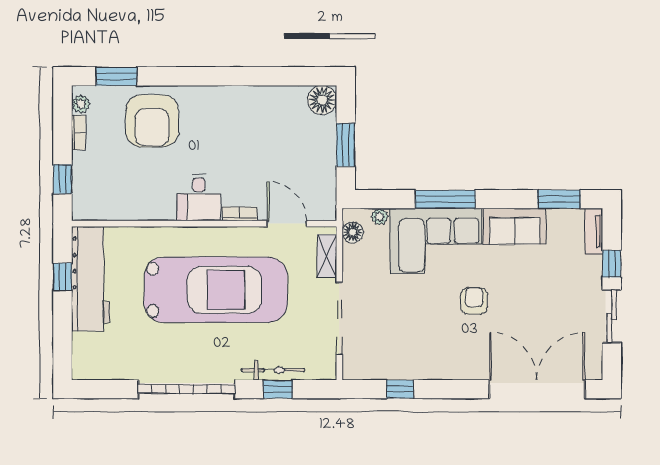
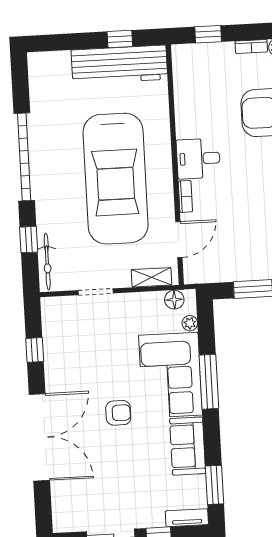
doorway: (339, 318) -> (96, 292), width x0.53
bicycle: (273, 370) -> (47, 262), moved
double door: (537, 389) -> (39, 437), moved

